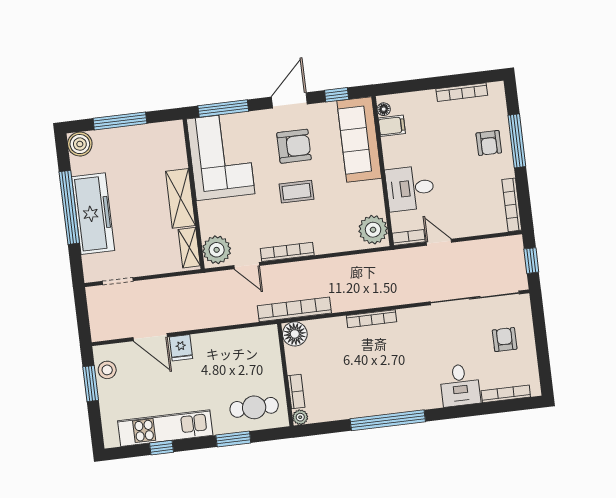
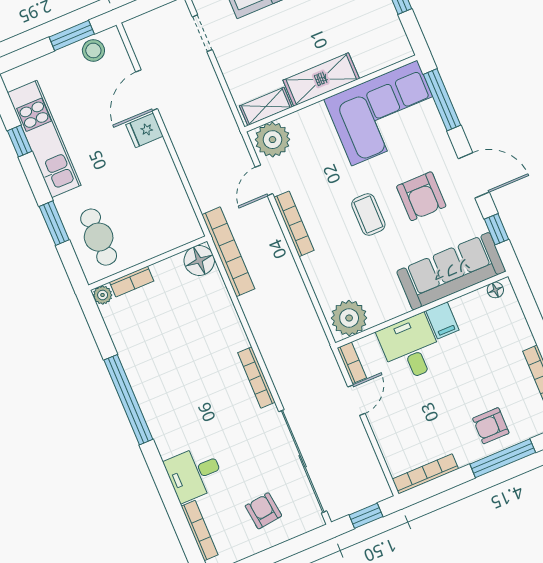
filing cabinet: (392, 126) -> (442, 320), moved
bookcase: (371, 319) -> (256, 378), moved
armchair: (505, 340) -> (263, 511), turned -97

